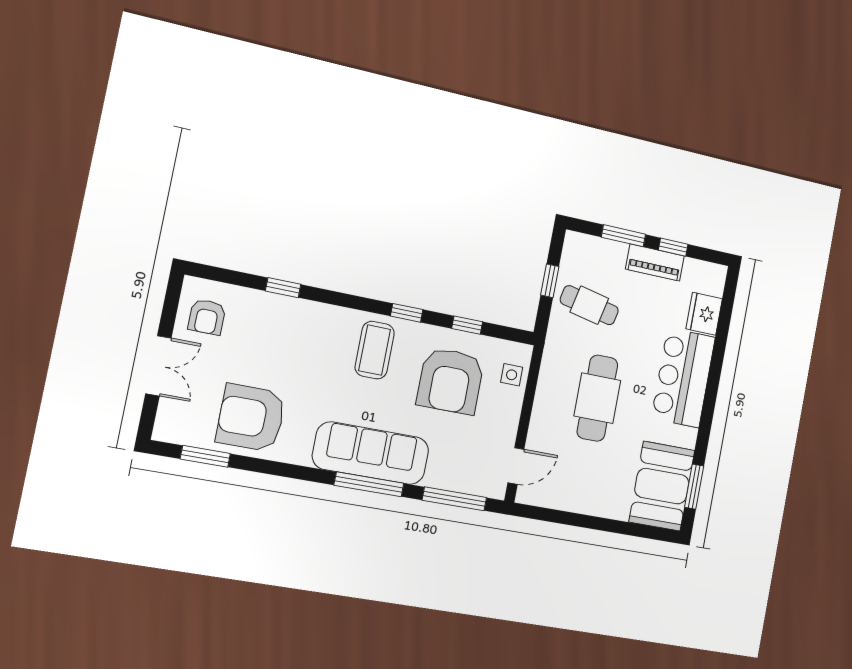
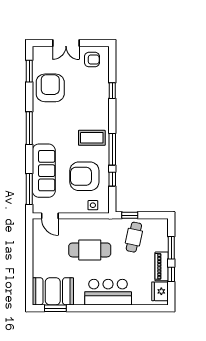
window: (550, 281) -> (130, 215), moved
window: (407, 313) -> (112, 149), width x2.17
fridge: (704, 314) -> (160, 291), moved, turned -90
armchair: (207, 317) -> (92, 60), turned 180
sofa: (371, 453) -> (44, 171), moved
window: (369, 484) -> (29, 128), moved

